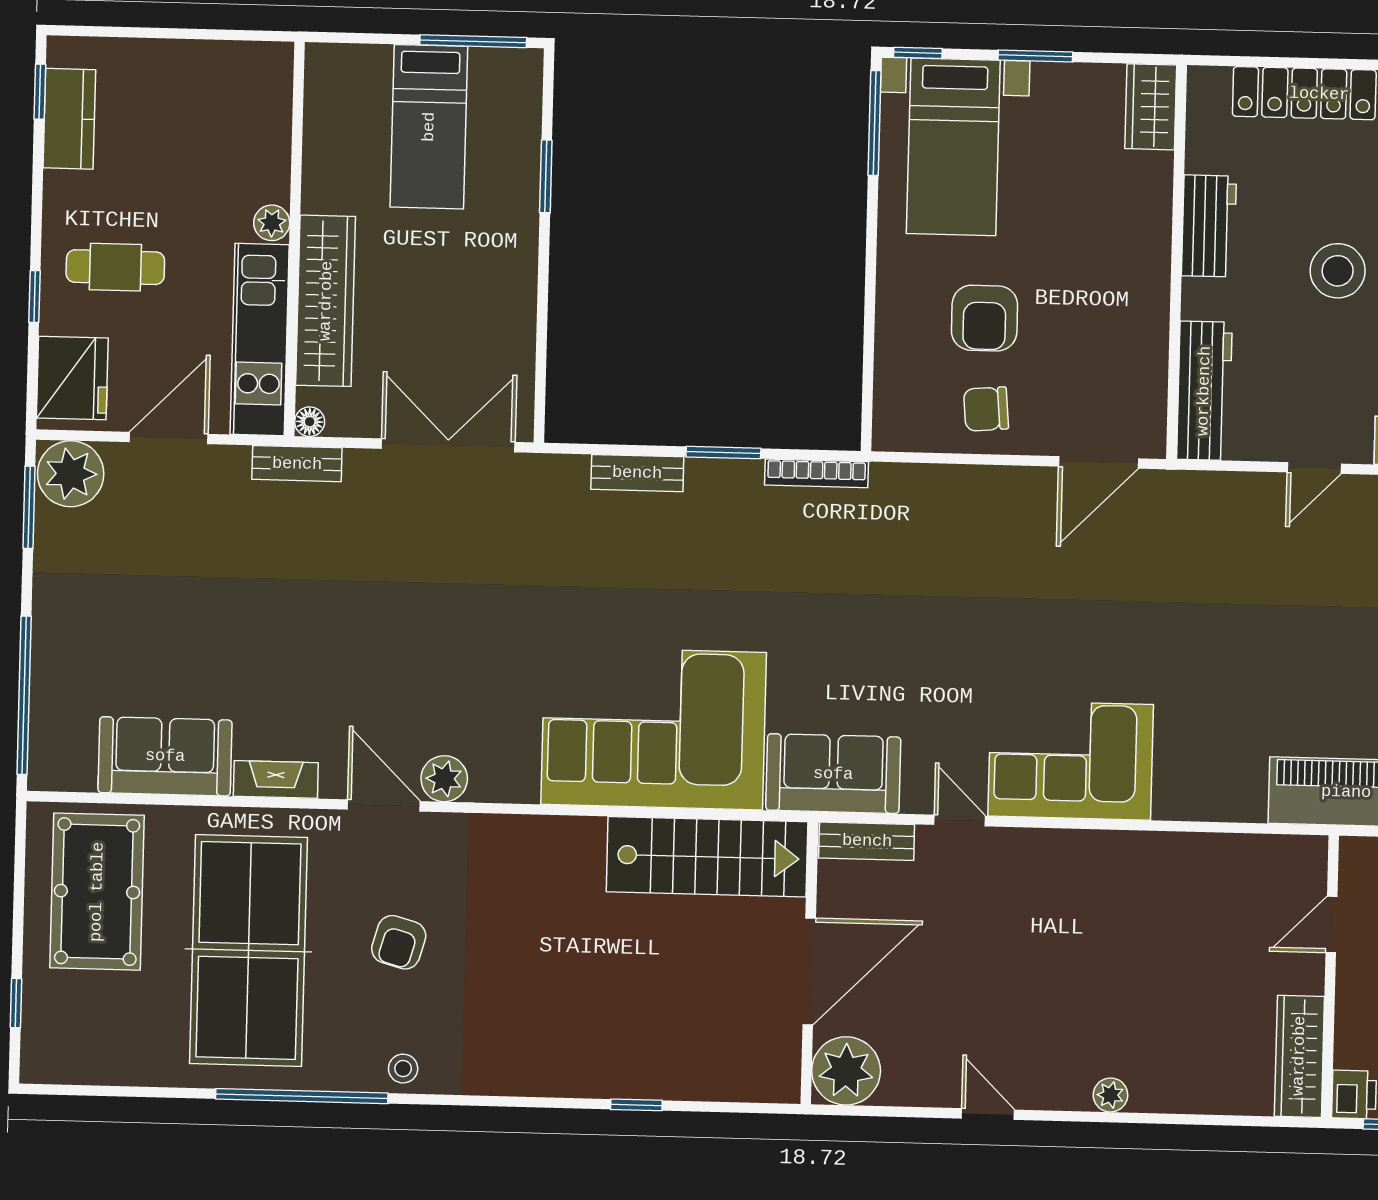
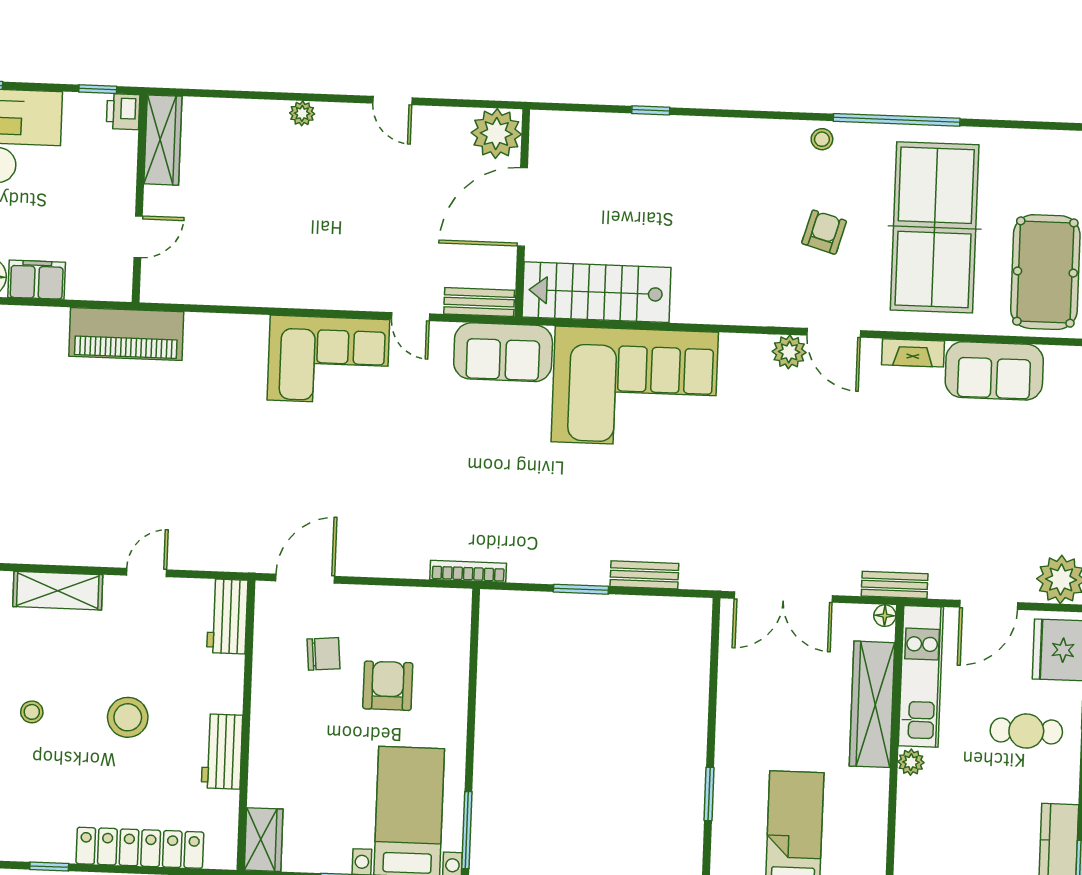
workbench: (1204, 391) -> (227, 616), width x0.73
chair: (986, 409) -> (323, 654), moved
bookcase: (817, 473) -> (468, 571), moved

